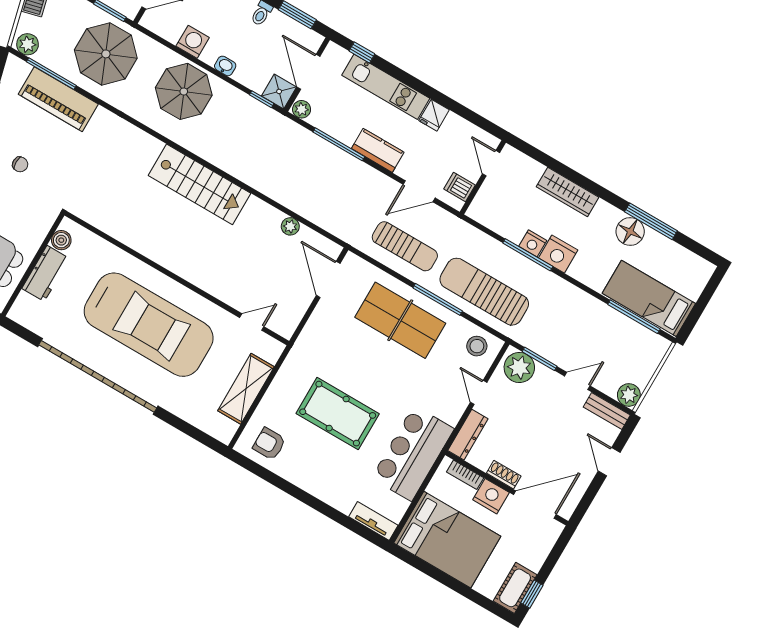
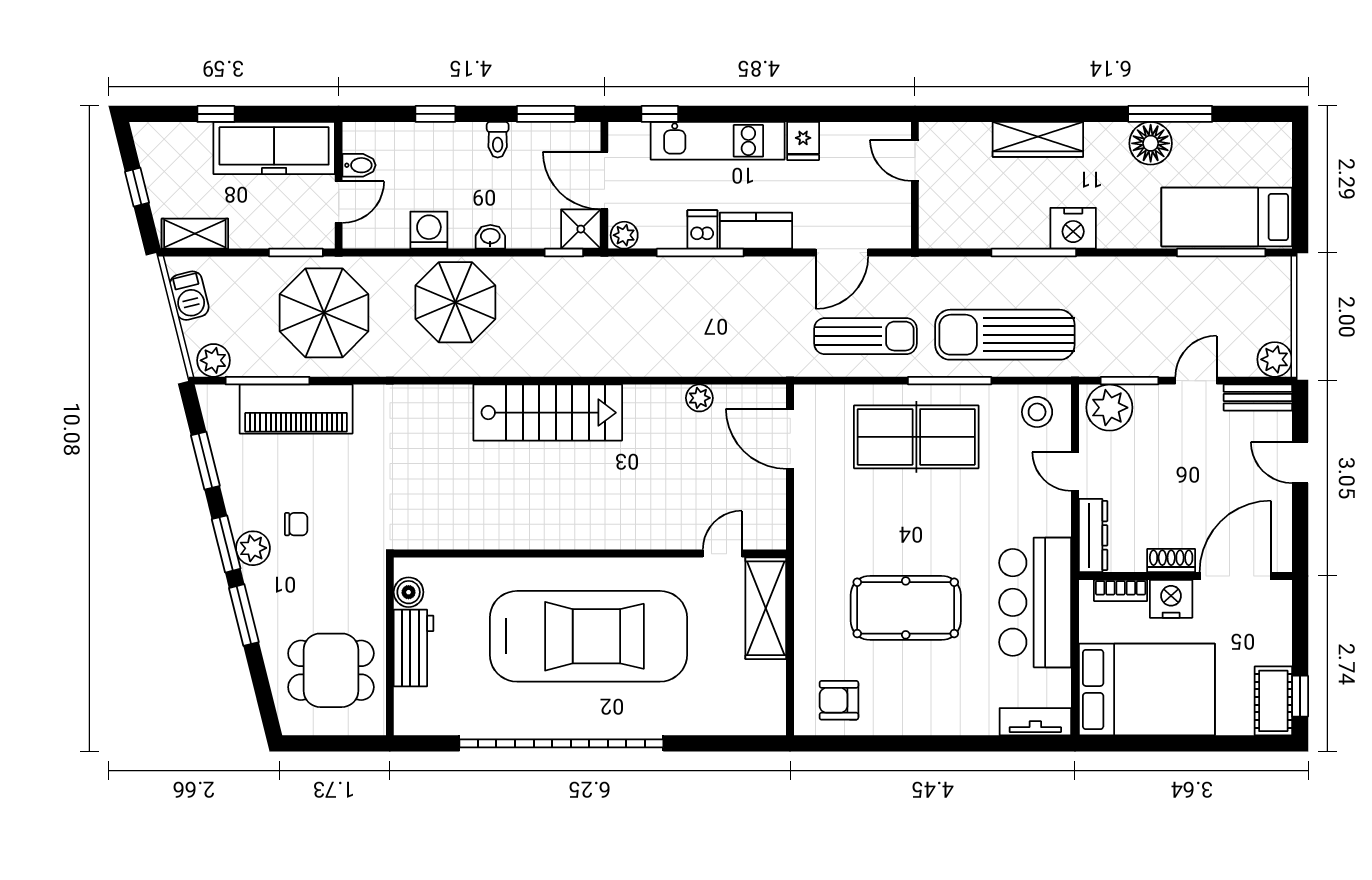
dishwasher: (459, 187) -> (702, 229), moved, turned 90
nightstand: (533, 243) -> (1032, 234), removed
shelving: (246, 389) -> (766, 608), moved

